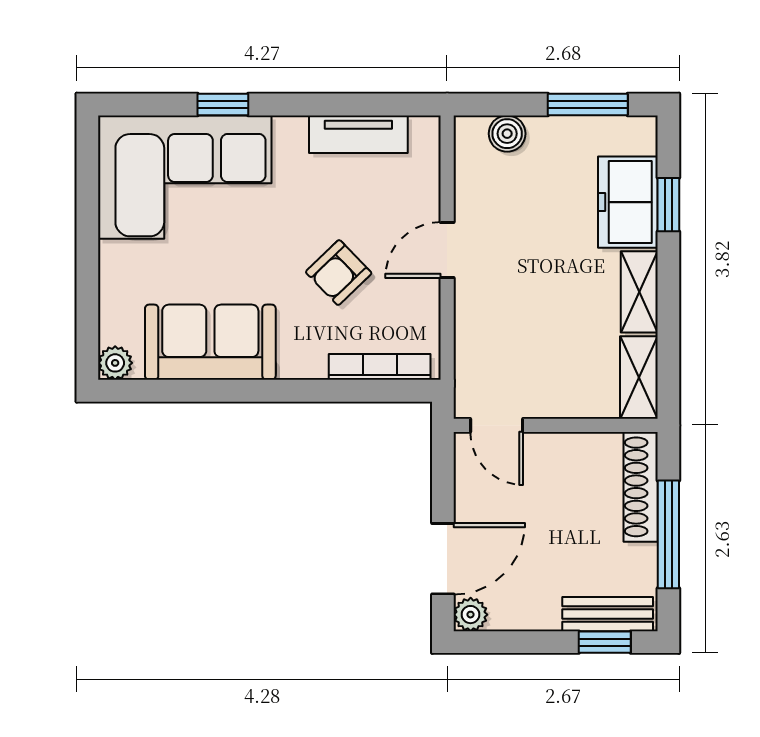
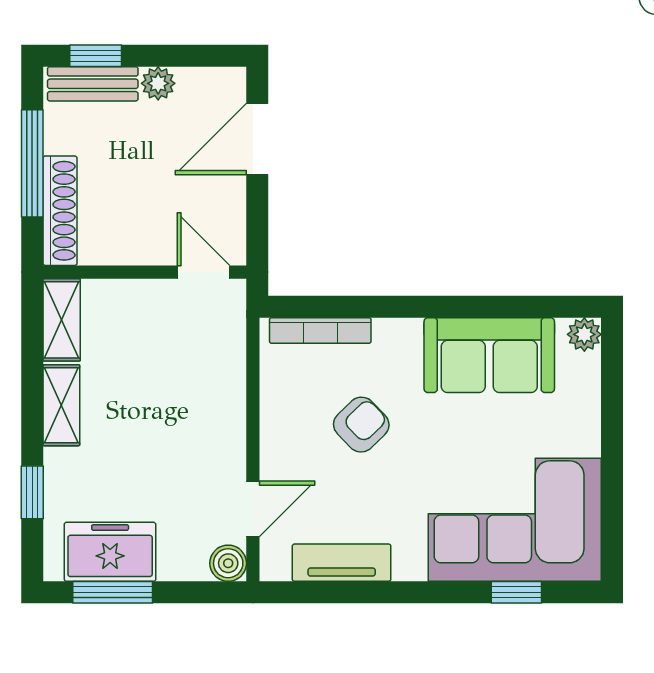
window: (223, 105) -> (516, 592), moved
boiler: (507, 134) -> (228, 563), moved
freezer: (628, 202) -> (110, 552), moved, turned -90
door: (447, 250) -> (253, 509), moved
plant: (471, 615) -> (158, 83), moved

